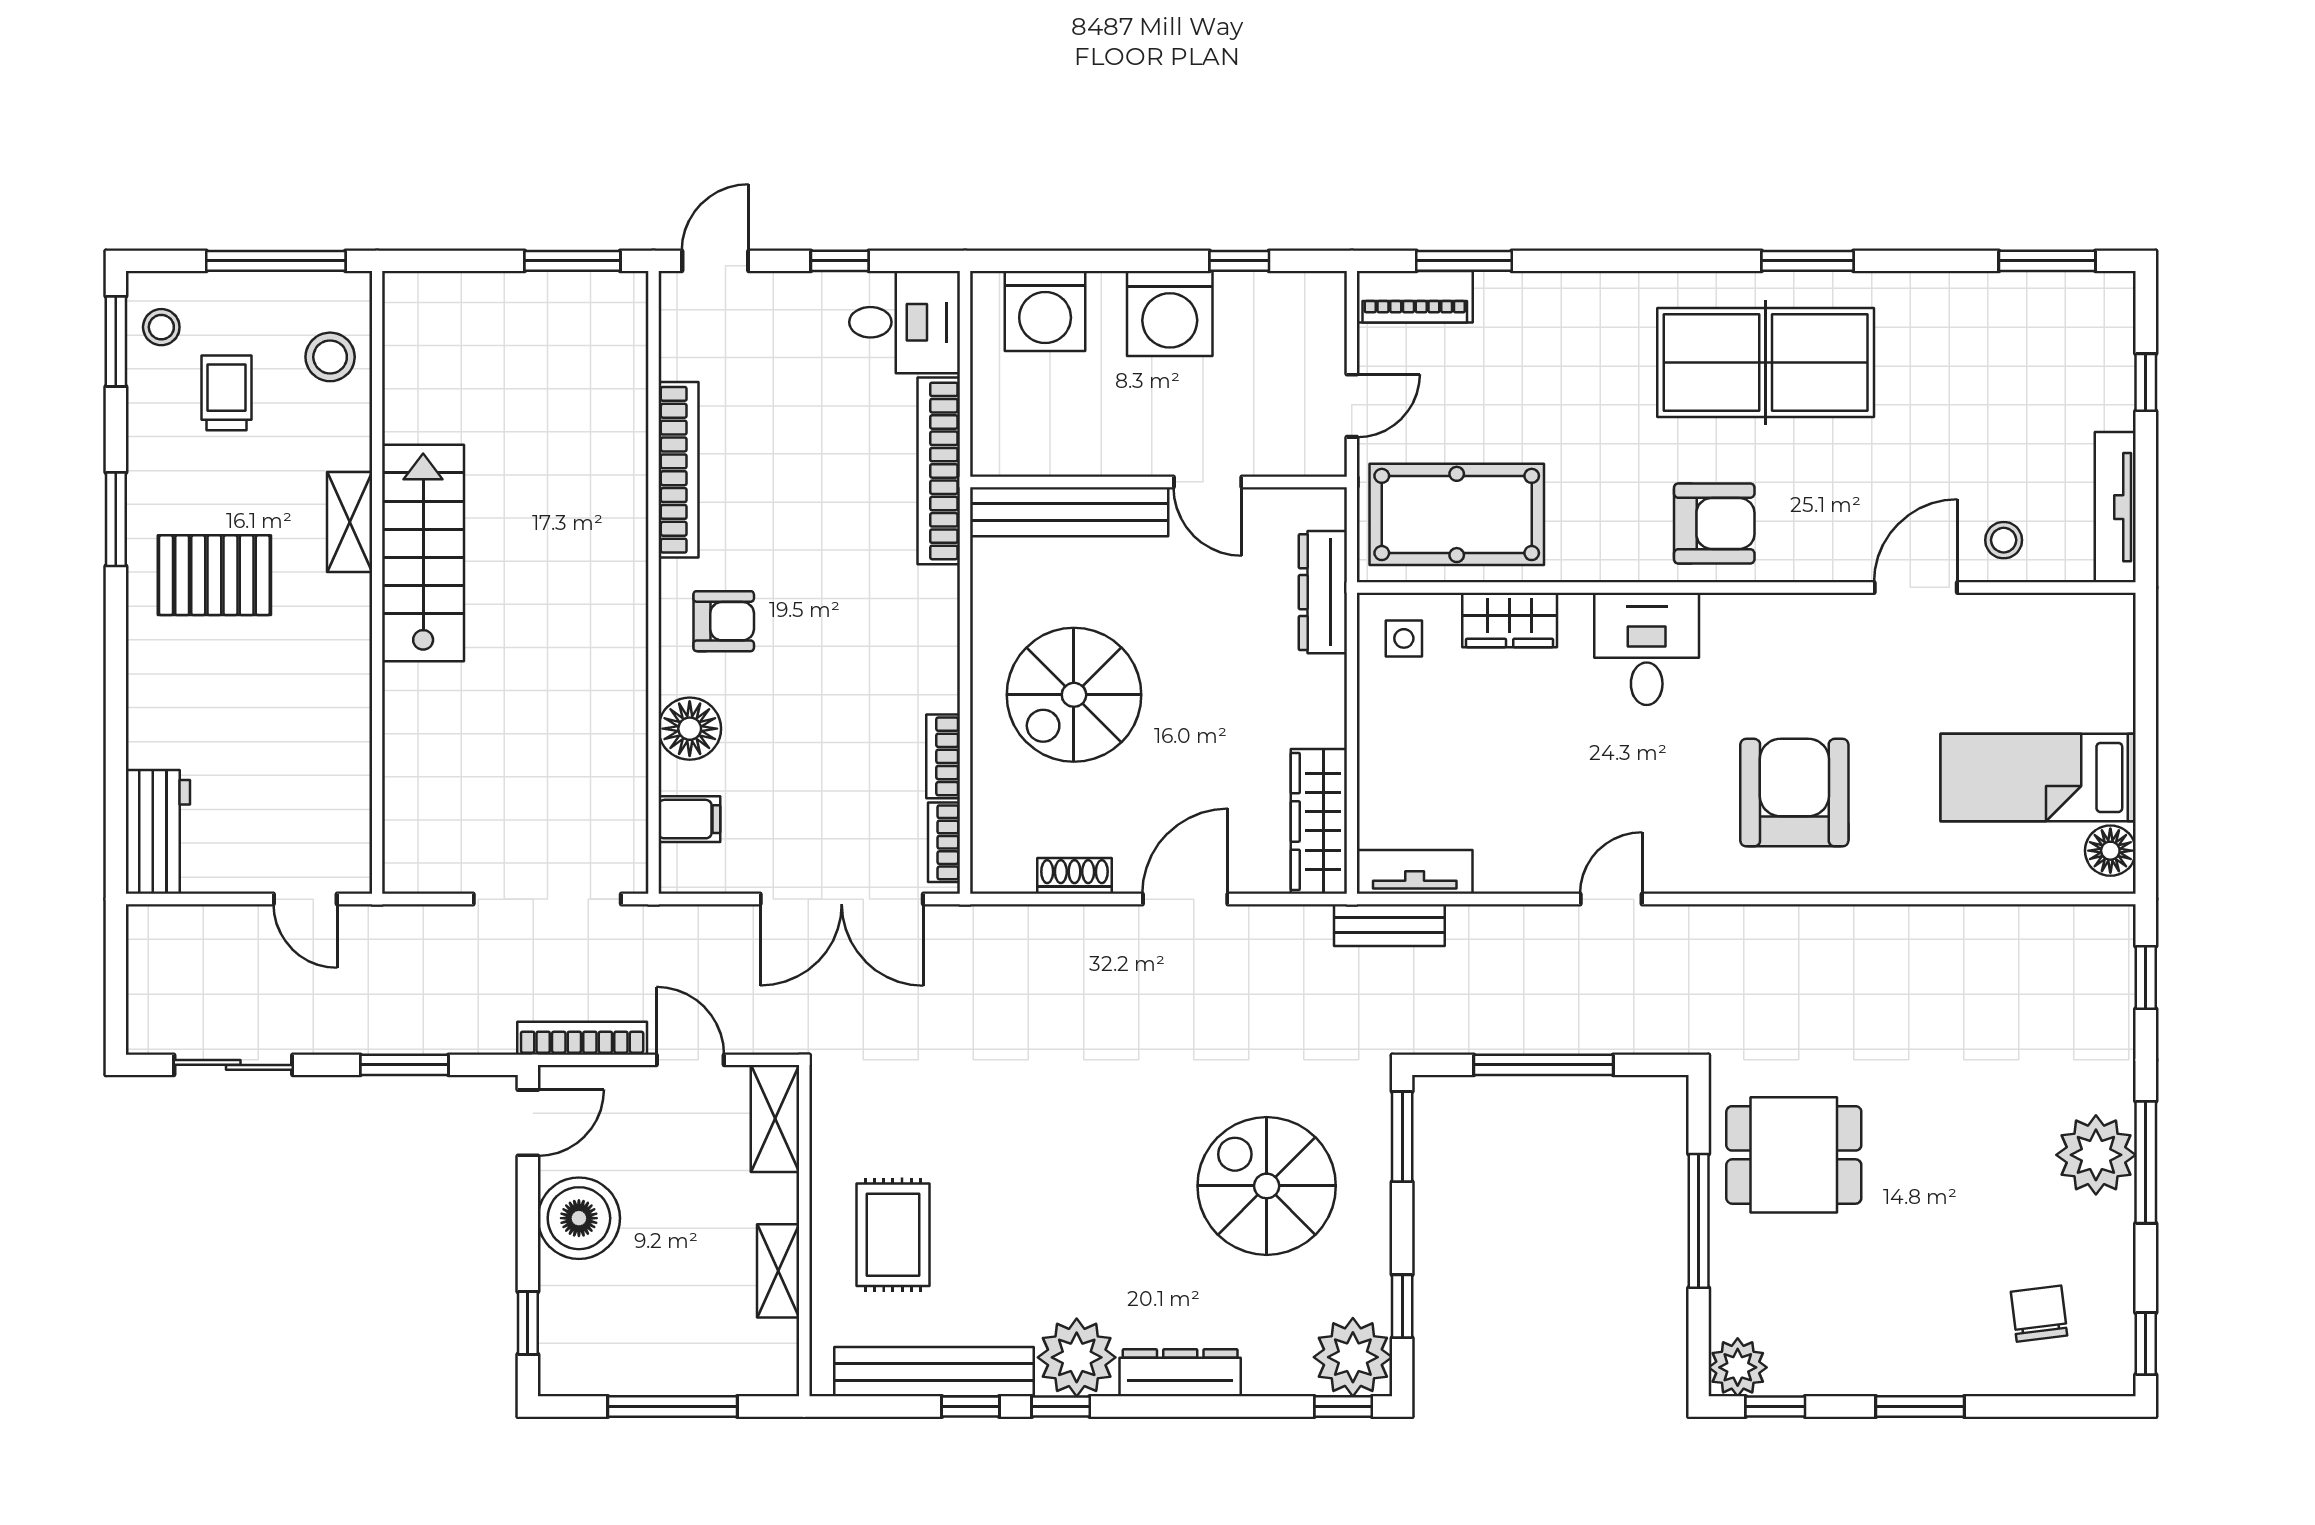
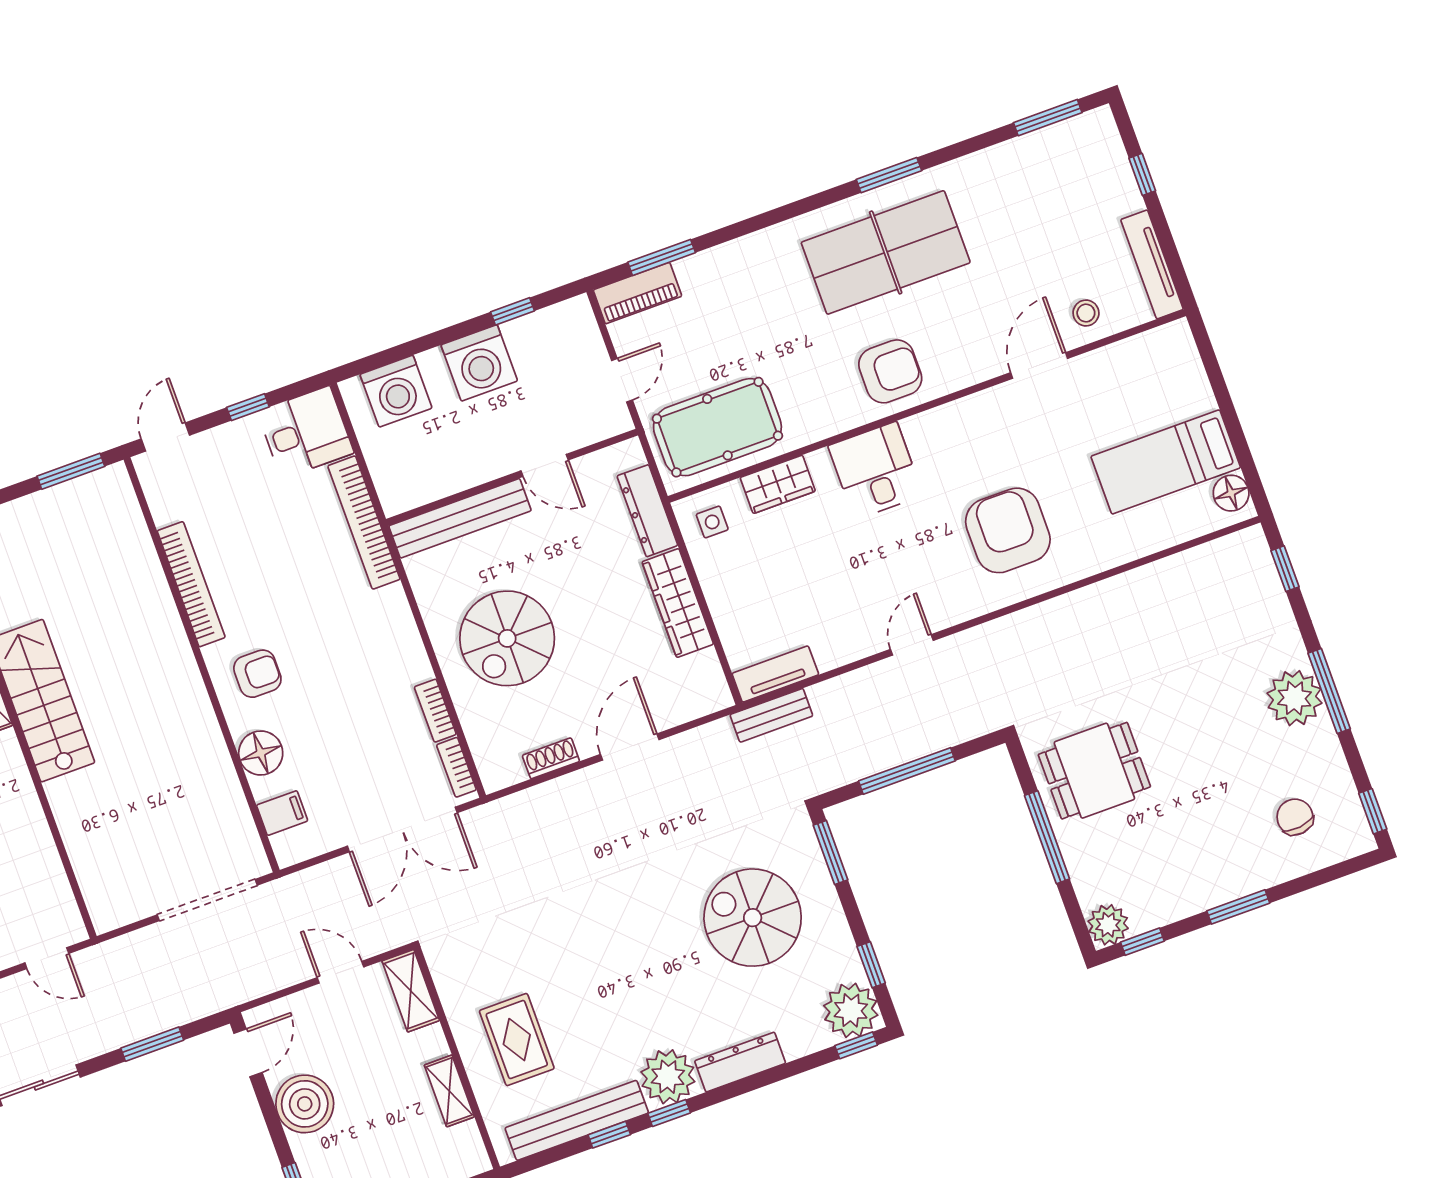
wardrobe: (1319, 821) -> (678, 603), moved
bookcase: (582, 1038) -> (264, 984), removed

